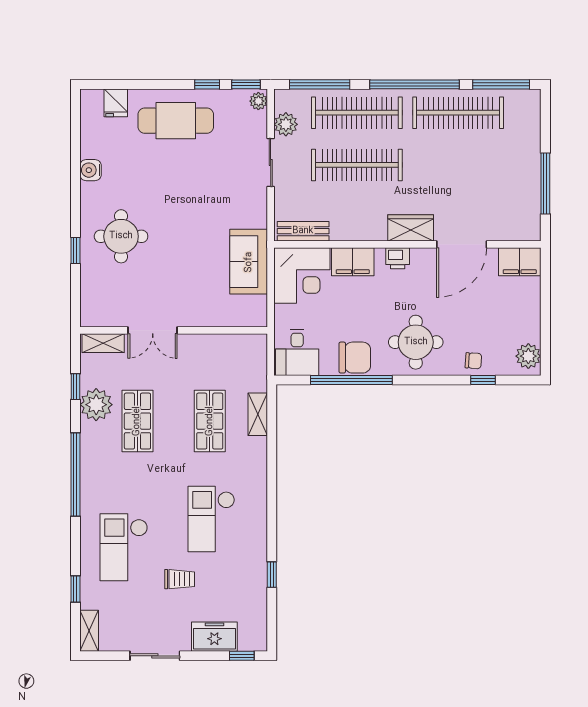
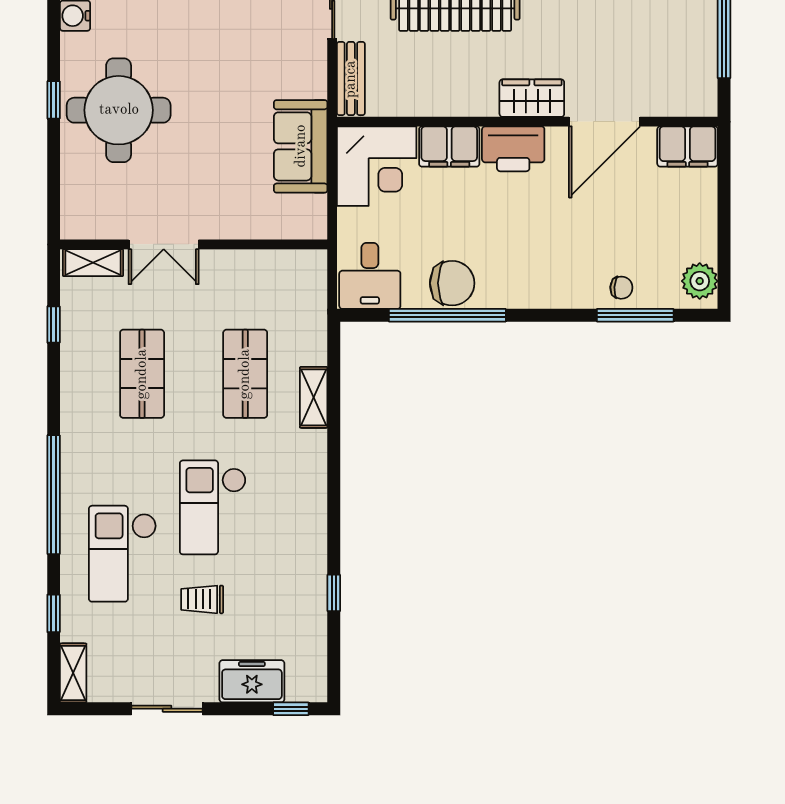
bench: (303, 231) -> (351, 79), moved, turned 90
round table: (121, 236) -> (119, 110), width x1.36, depth x1.36
window: (75, 250) -> (54, 100), moved
printer: (398, 258) -> (513, 149), width x1.87, depth x1.48
round table: (416, 342) -> (539, 261), removed
window: (483, 380) -> (635, 315), width x2.17
plant: (96, 405) -> (83, 350), removed
shelving: (258, 414) -> (314, 397), moved
window: (75, 475) -> (54, 495), moved
checkout: (211, 519) -> (213, 507), moved
trolley: (180, 579) -> (202, 599), turned 180

